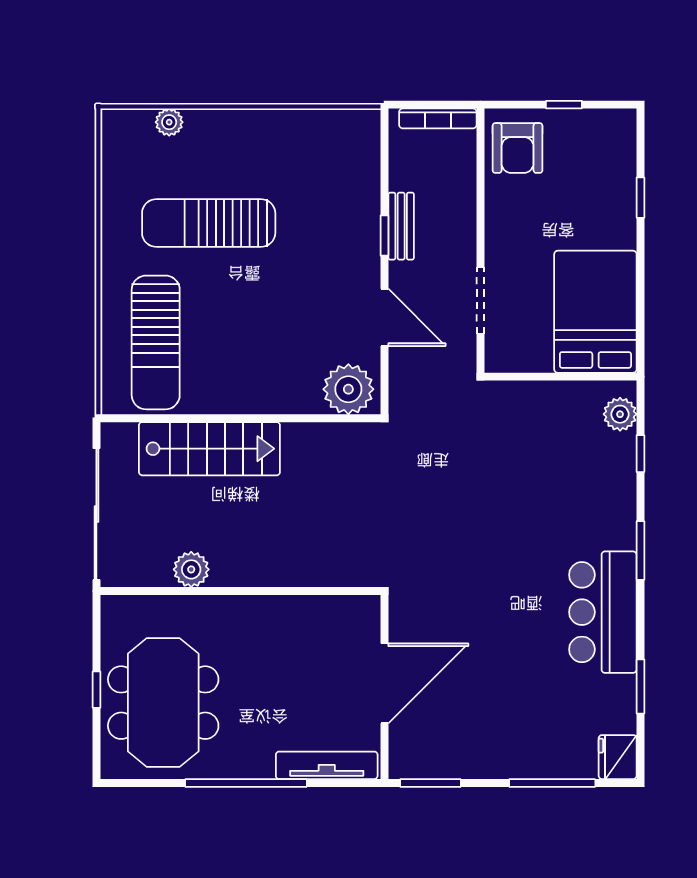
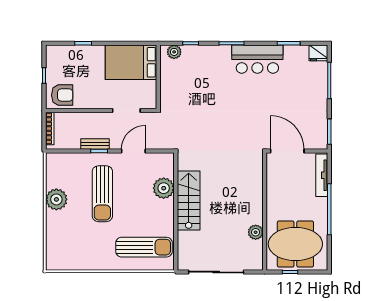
plant: (169, 122) -> (56, 199), moved, width x1.87, depth x1.87
sun lounger: (209, 223) -> (102, 194), moved
plant: (348, 389) -> (164, 188), moved
stairs: (209, 449) -> (189, 200), moved
plant: (191, 569) -> (256, 232), moved
wall: (240, 591) -> (265, 211), moved

